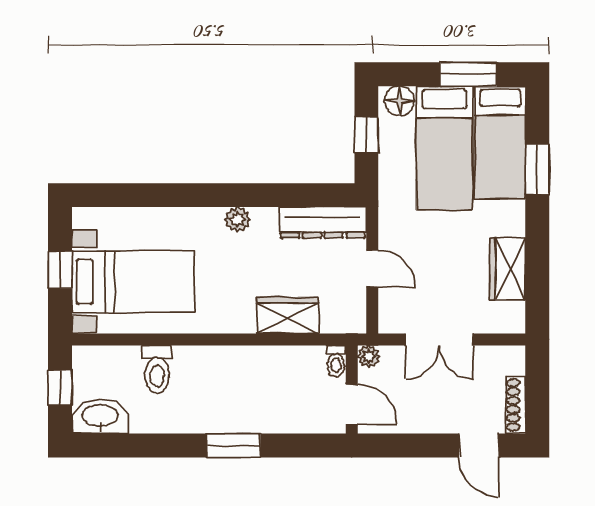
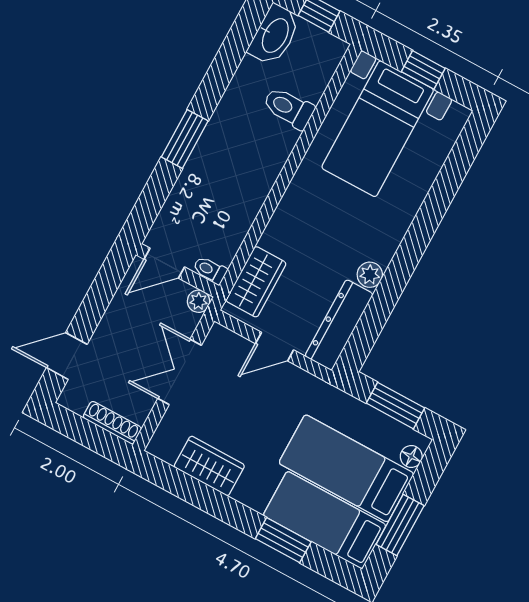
floor lamp: (399, 101) -> (411, 456), width x0.73, depth x0.73
window: (366, 135) -> (396, 406), width x1.50
plant: (237, 219) -> (370, 275), moved
wardrobe: (288, 315) -> (256, 282), moved
shoe rack: (516, 405) -> (112, 423), moved

